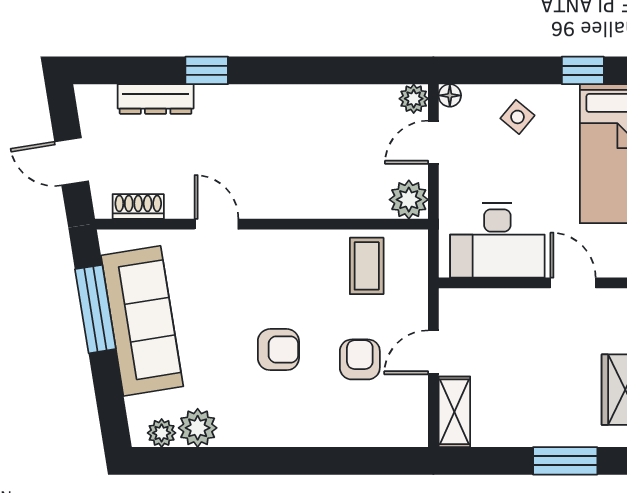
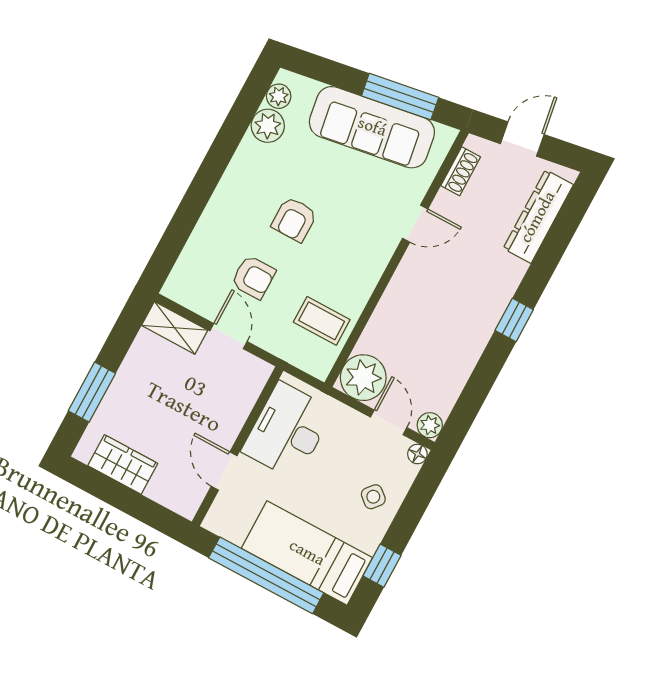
window: (207, 70) -> (514, 320), moved
dresser: (156, 99) -> (538, 217), width x1.37, depth x1.24
plant: (409, 200) -> (363, 378), width x1.36, depth x1.36
door: (573, 283) -> (224, 471), swing flipped

